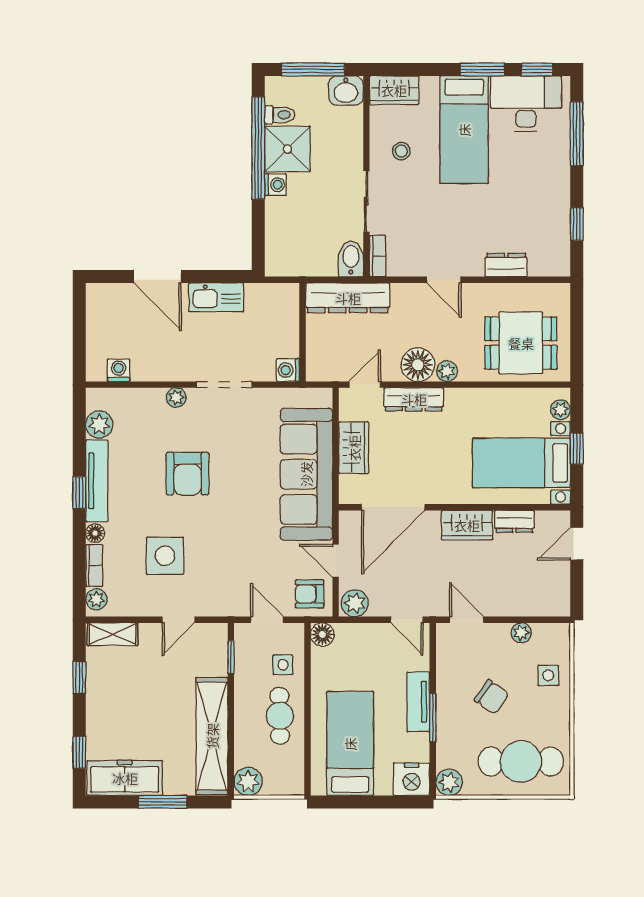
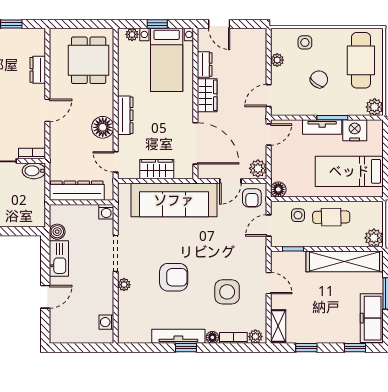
door: (157, 276) -> (45, 297), width x0.73
boiler: (258, 295) -> (57, 232), added
dresser: (348, 298) -> (77, 191), moved, turned -90
plant: (447, 371) -> (107, 108), removed
dresser: (414, 399) -> (125, 115), moved
plant: (99, 424) -> (142, 335), removed
nightstand: (412, 779) -> (355, 130), moved, turned -90

